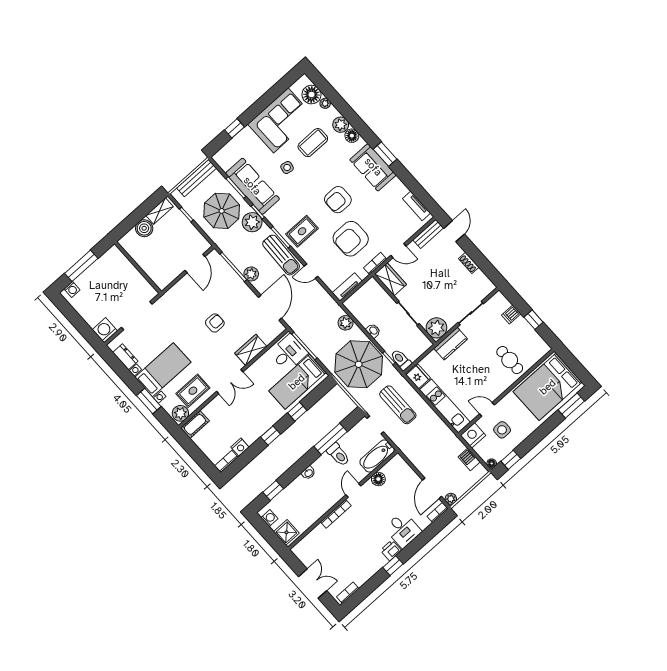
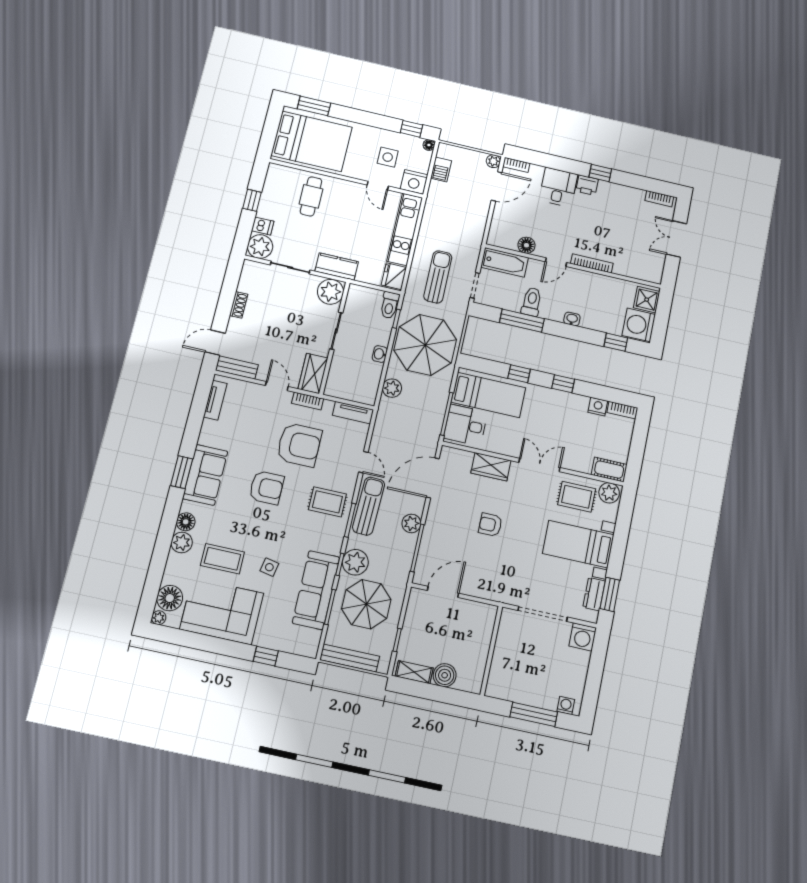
plant: (325, 103) -> (159, 618), moved
plant: (498, 303) -> (260, 247), added
window: (149, 401) -> (610, 594), moved
washing machine: (269, 518) -> (639, 325), width x1.89, depth x1.89

